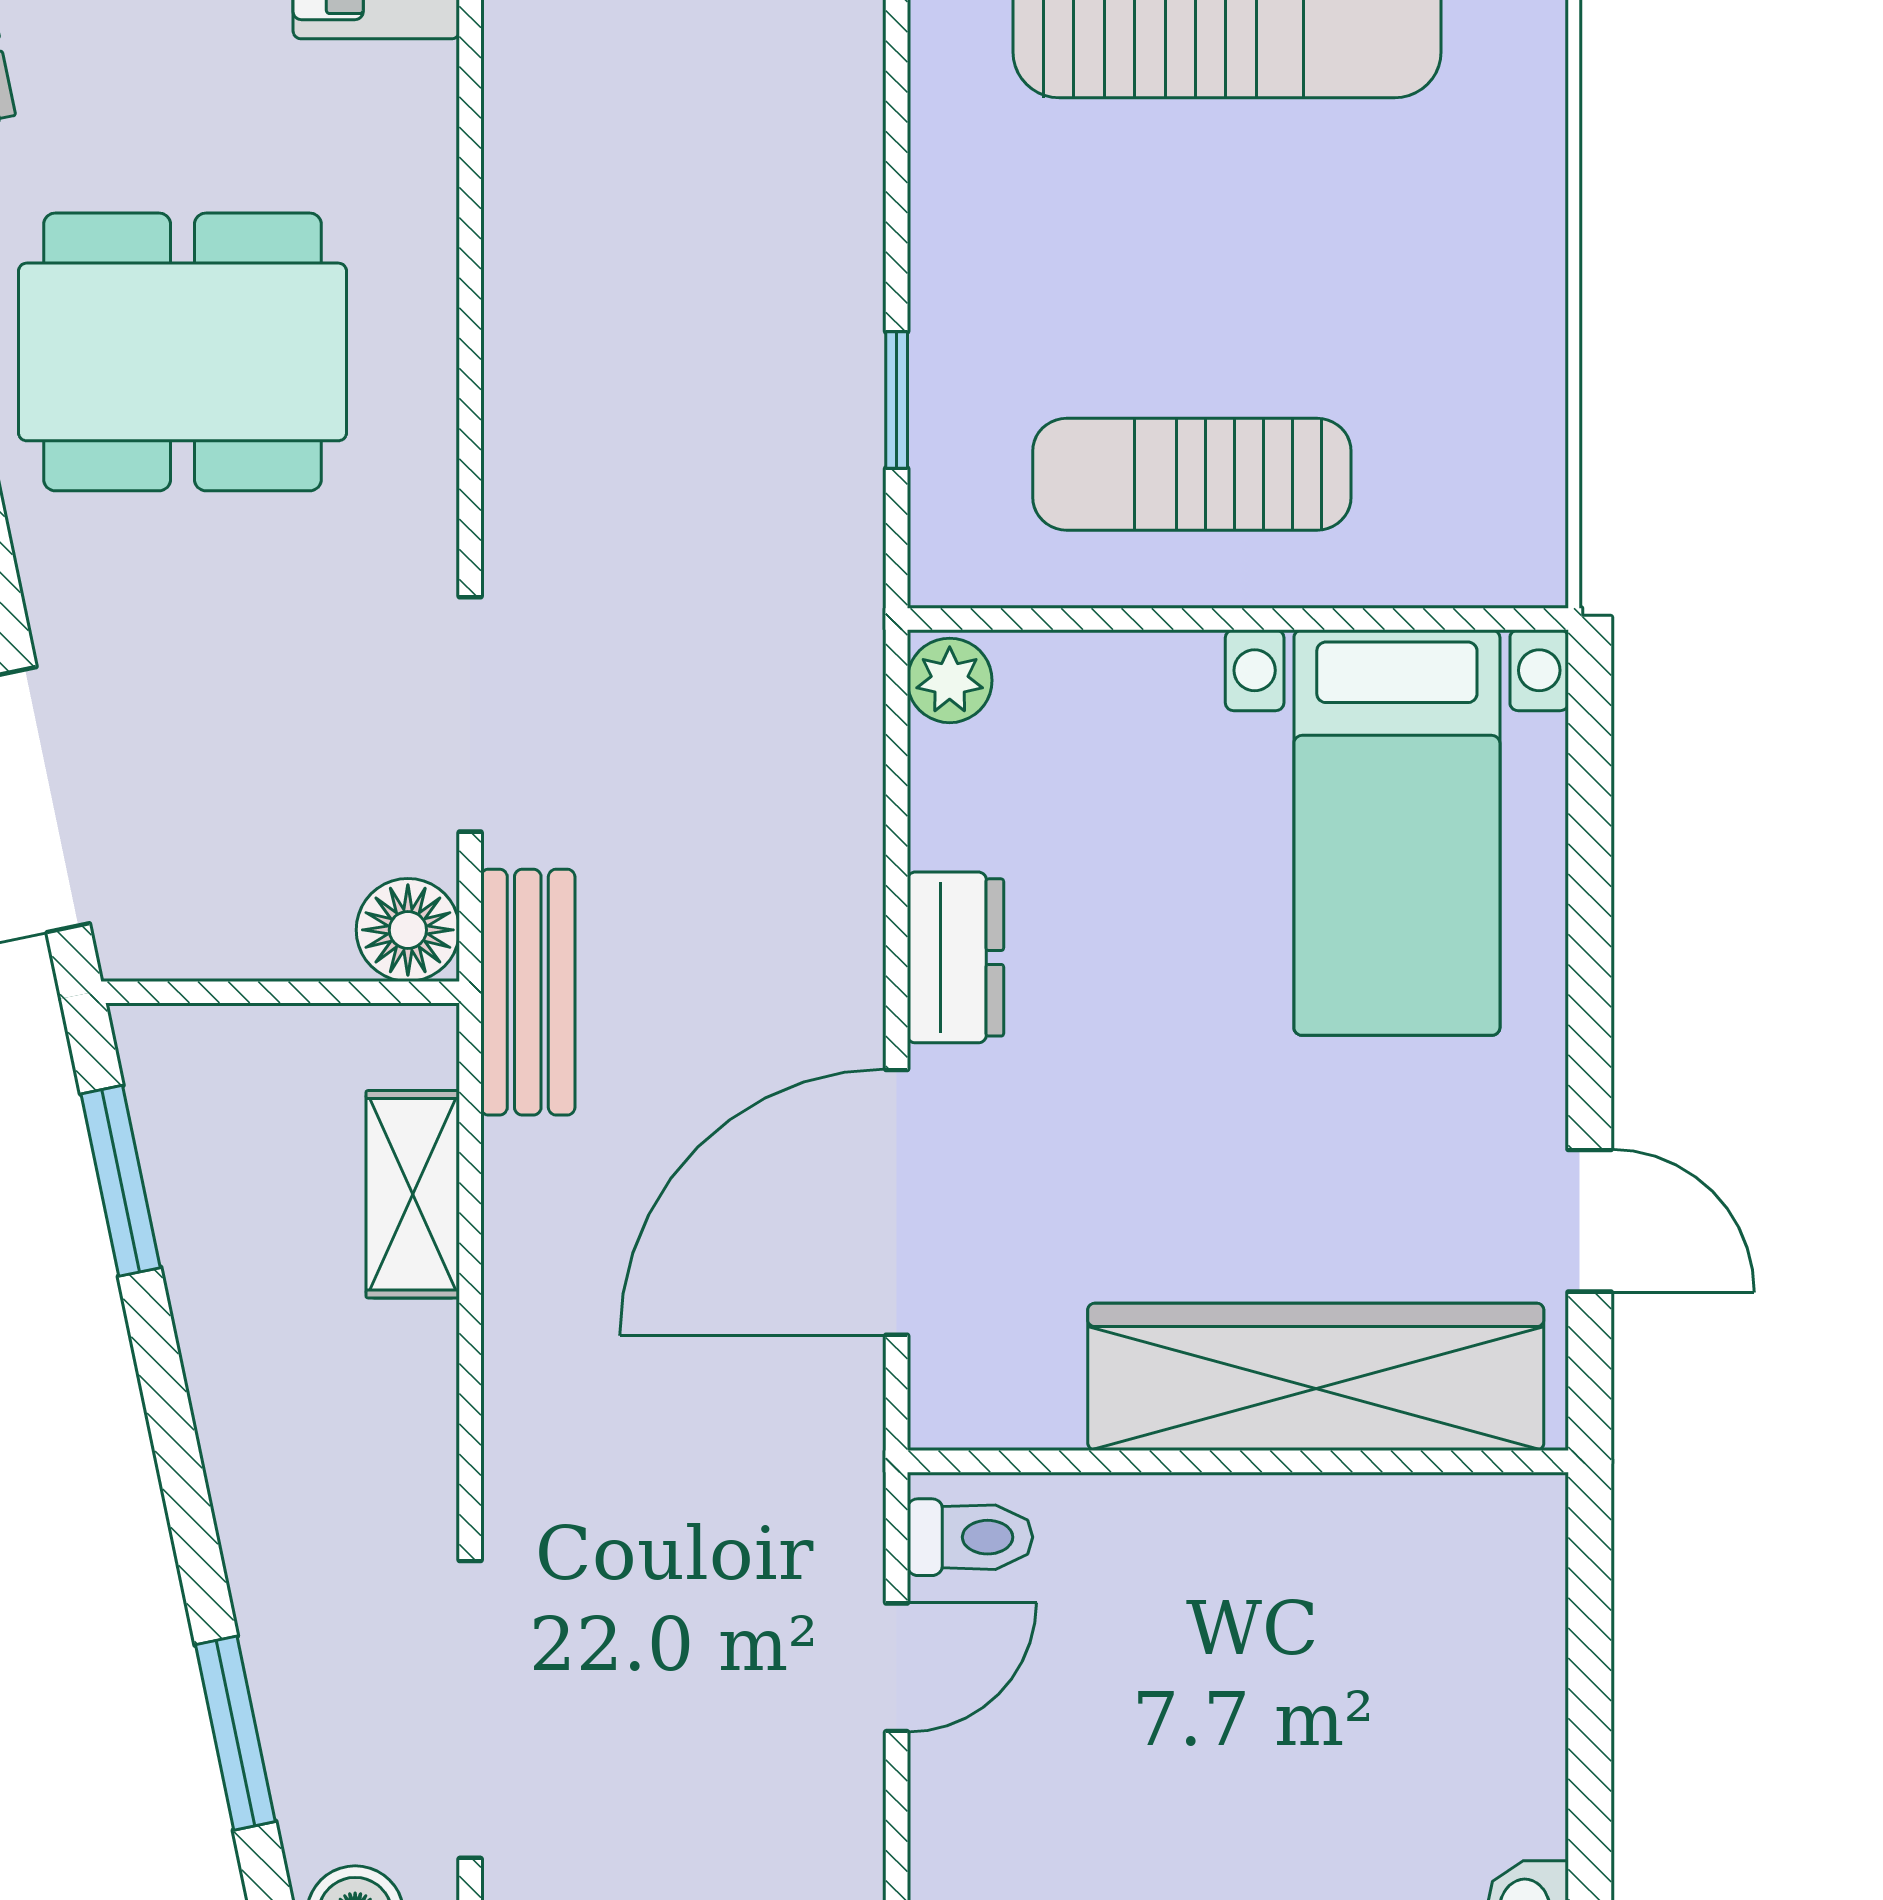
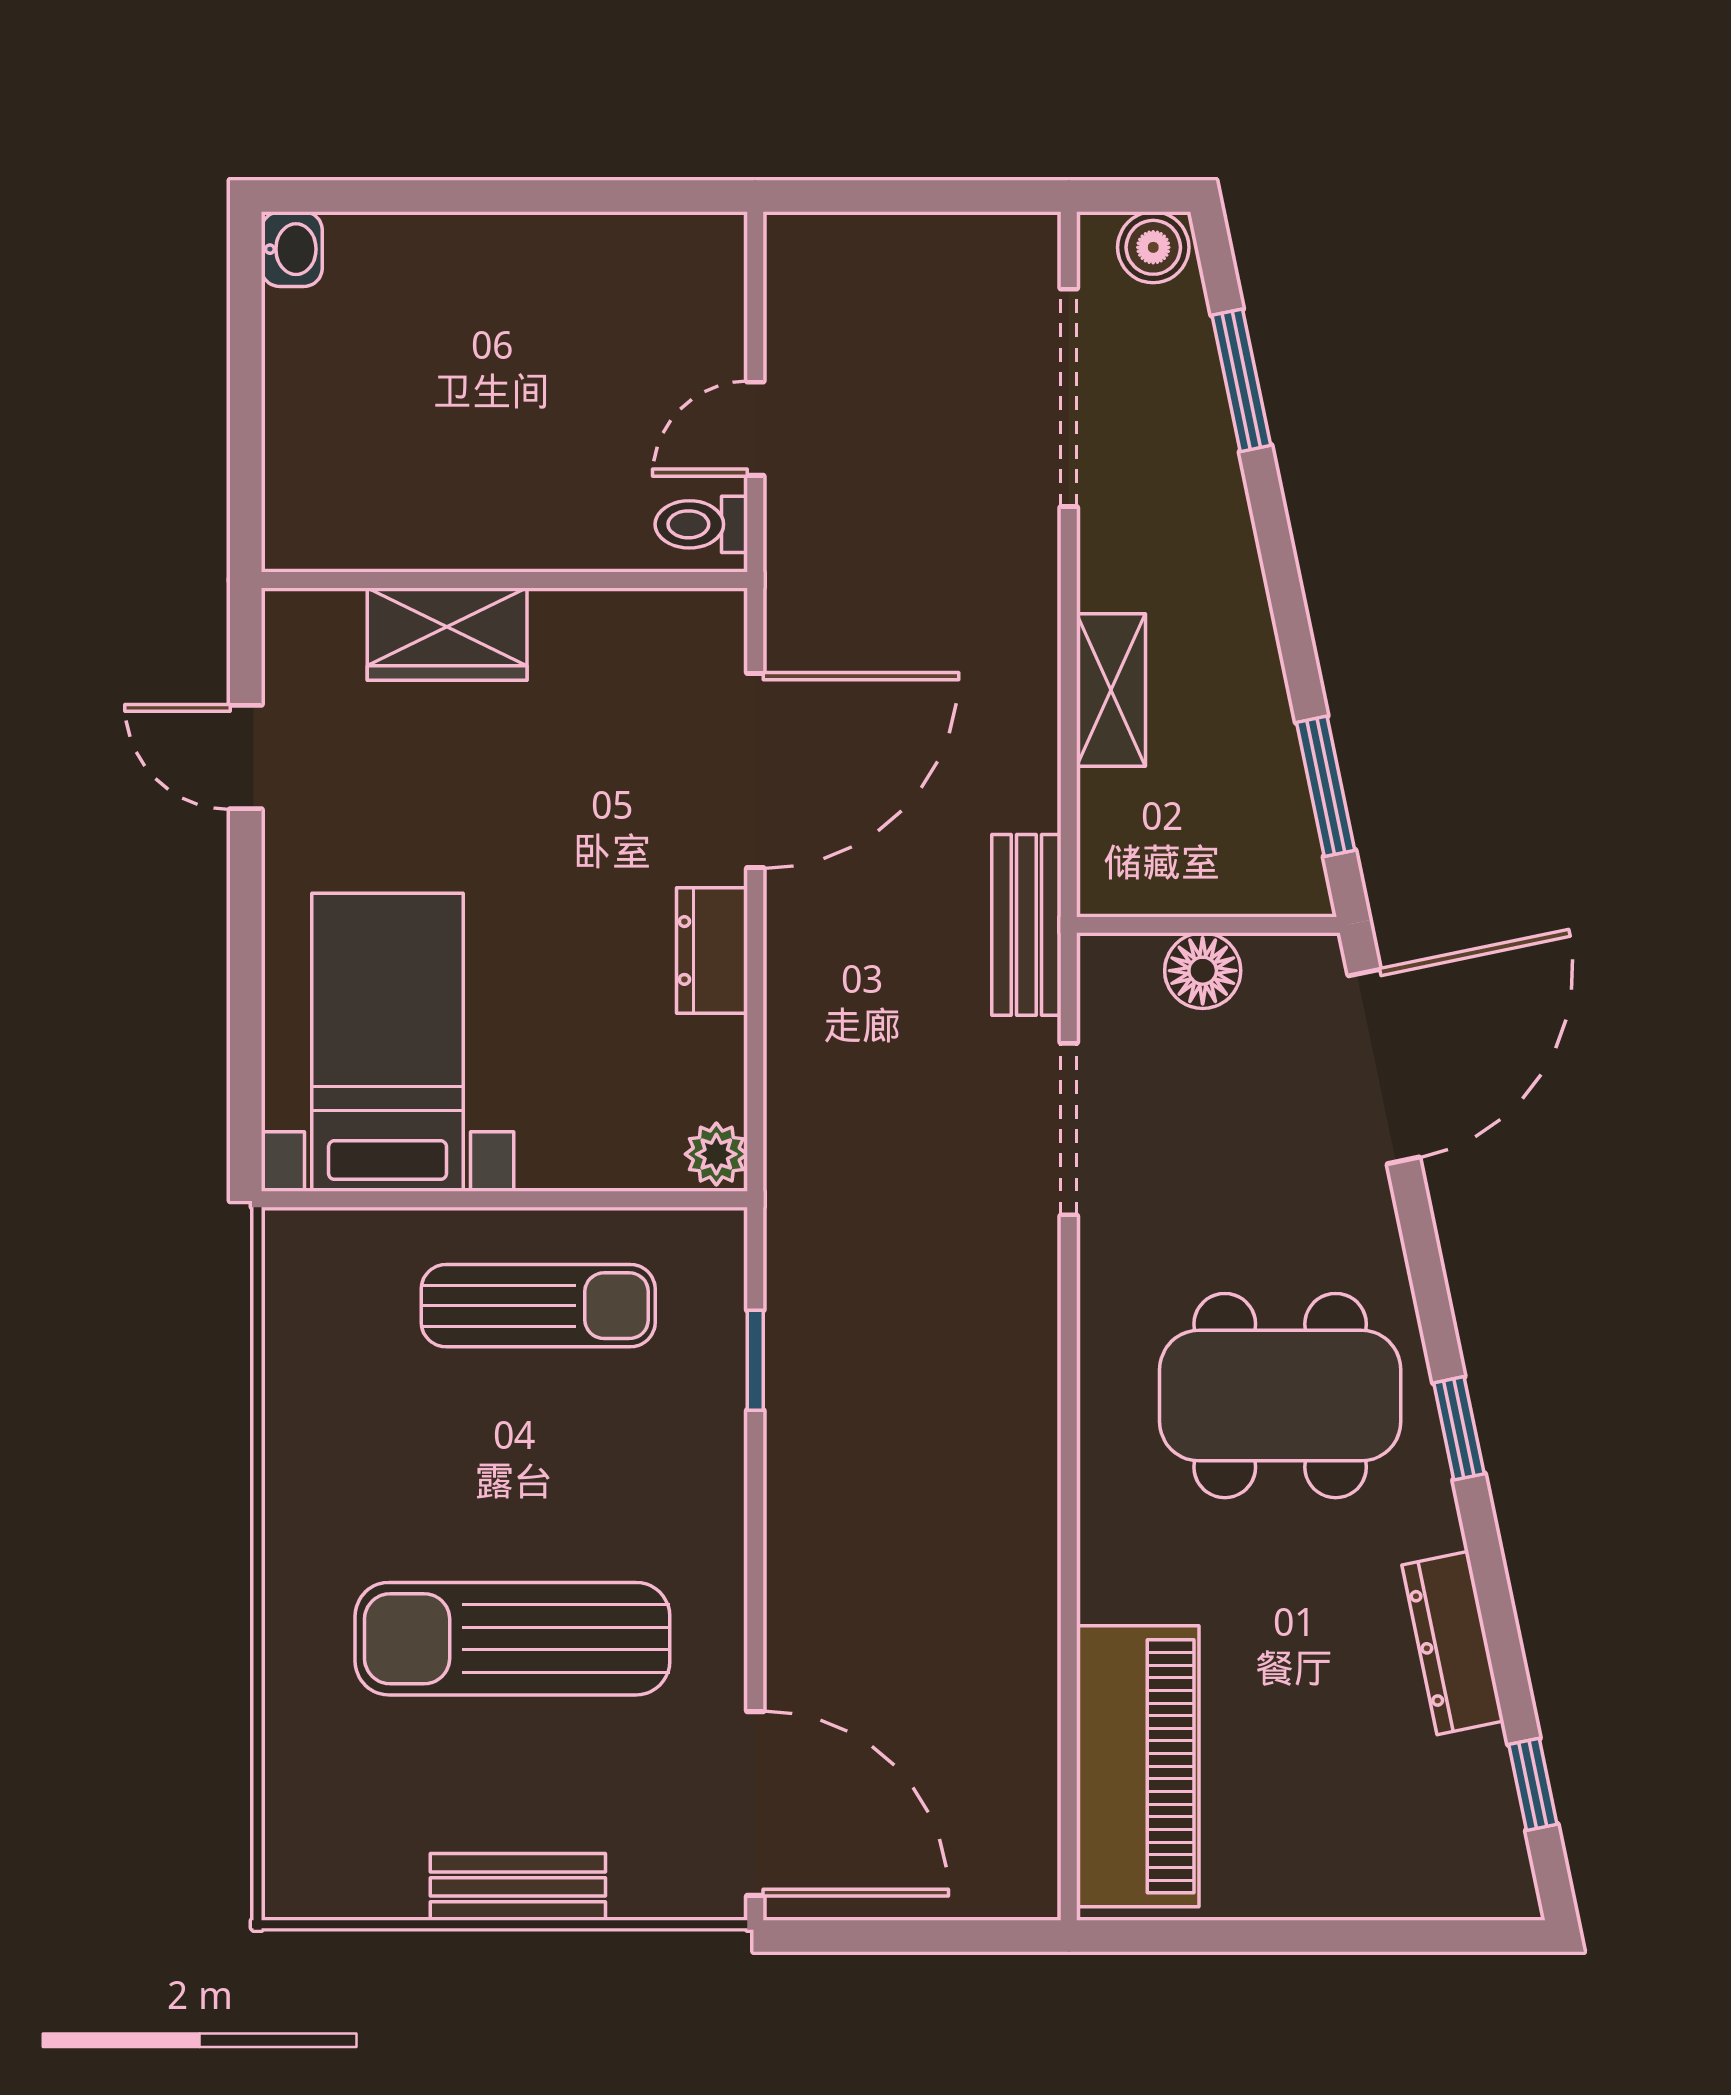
floor lamp: (408, 930) -> (1203, 971), moved
shelving: (413, 1194) -> (1111, 690), moved
wardrobe: (1316, 1377) -> (447, 634), width x0.48, depth x0.85

